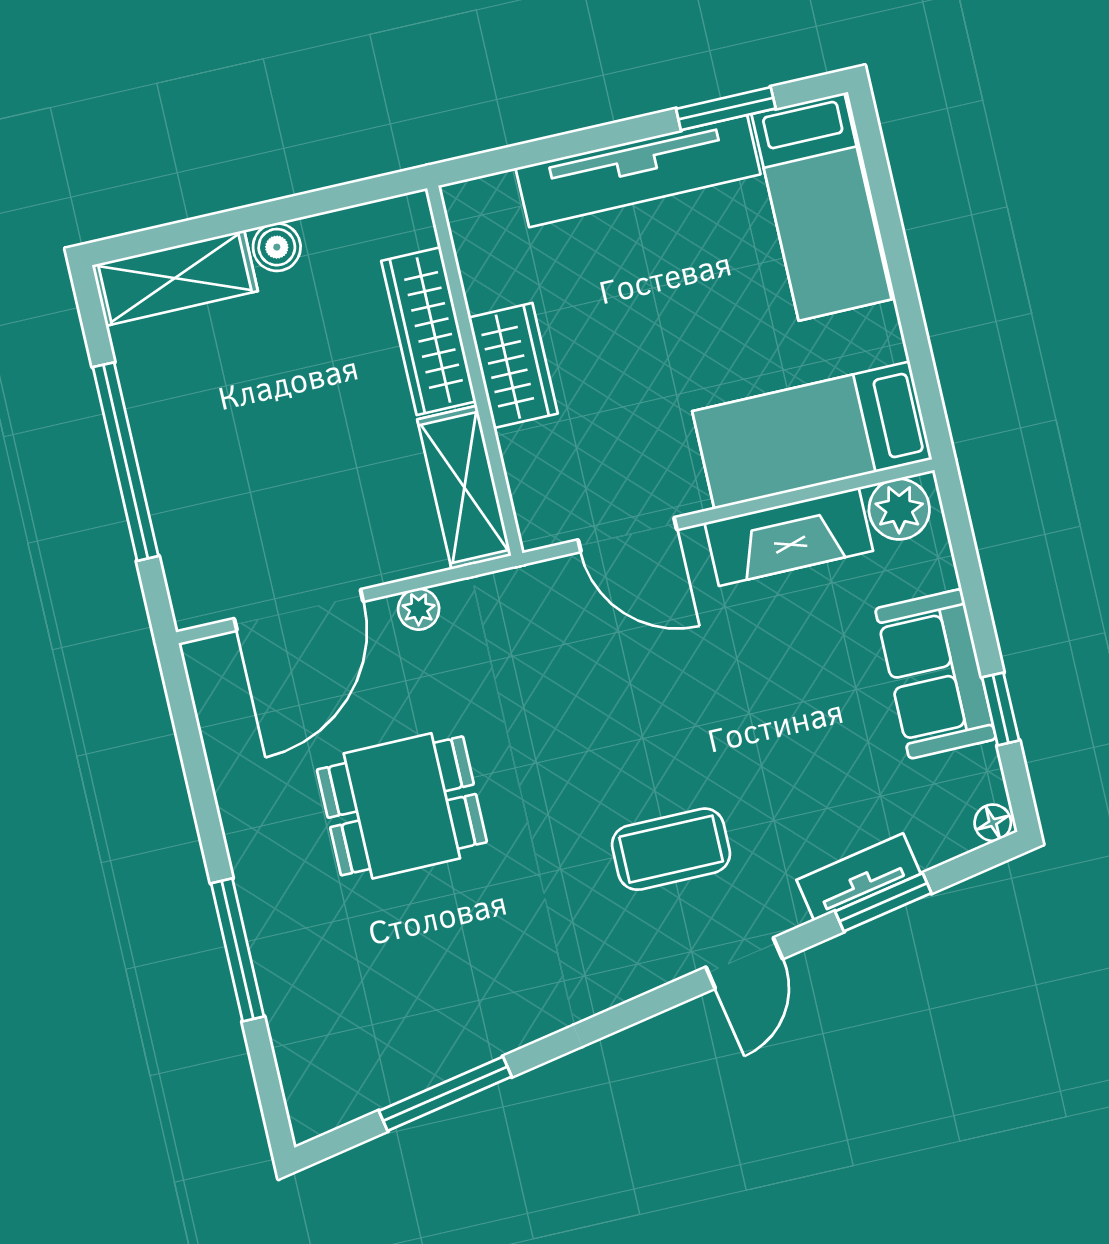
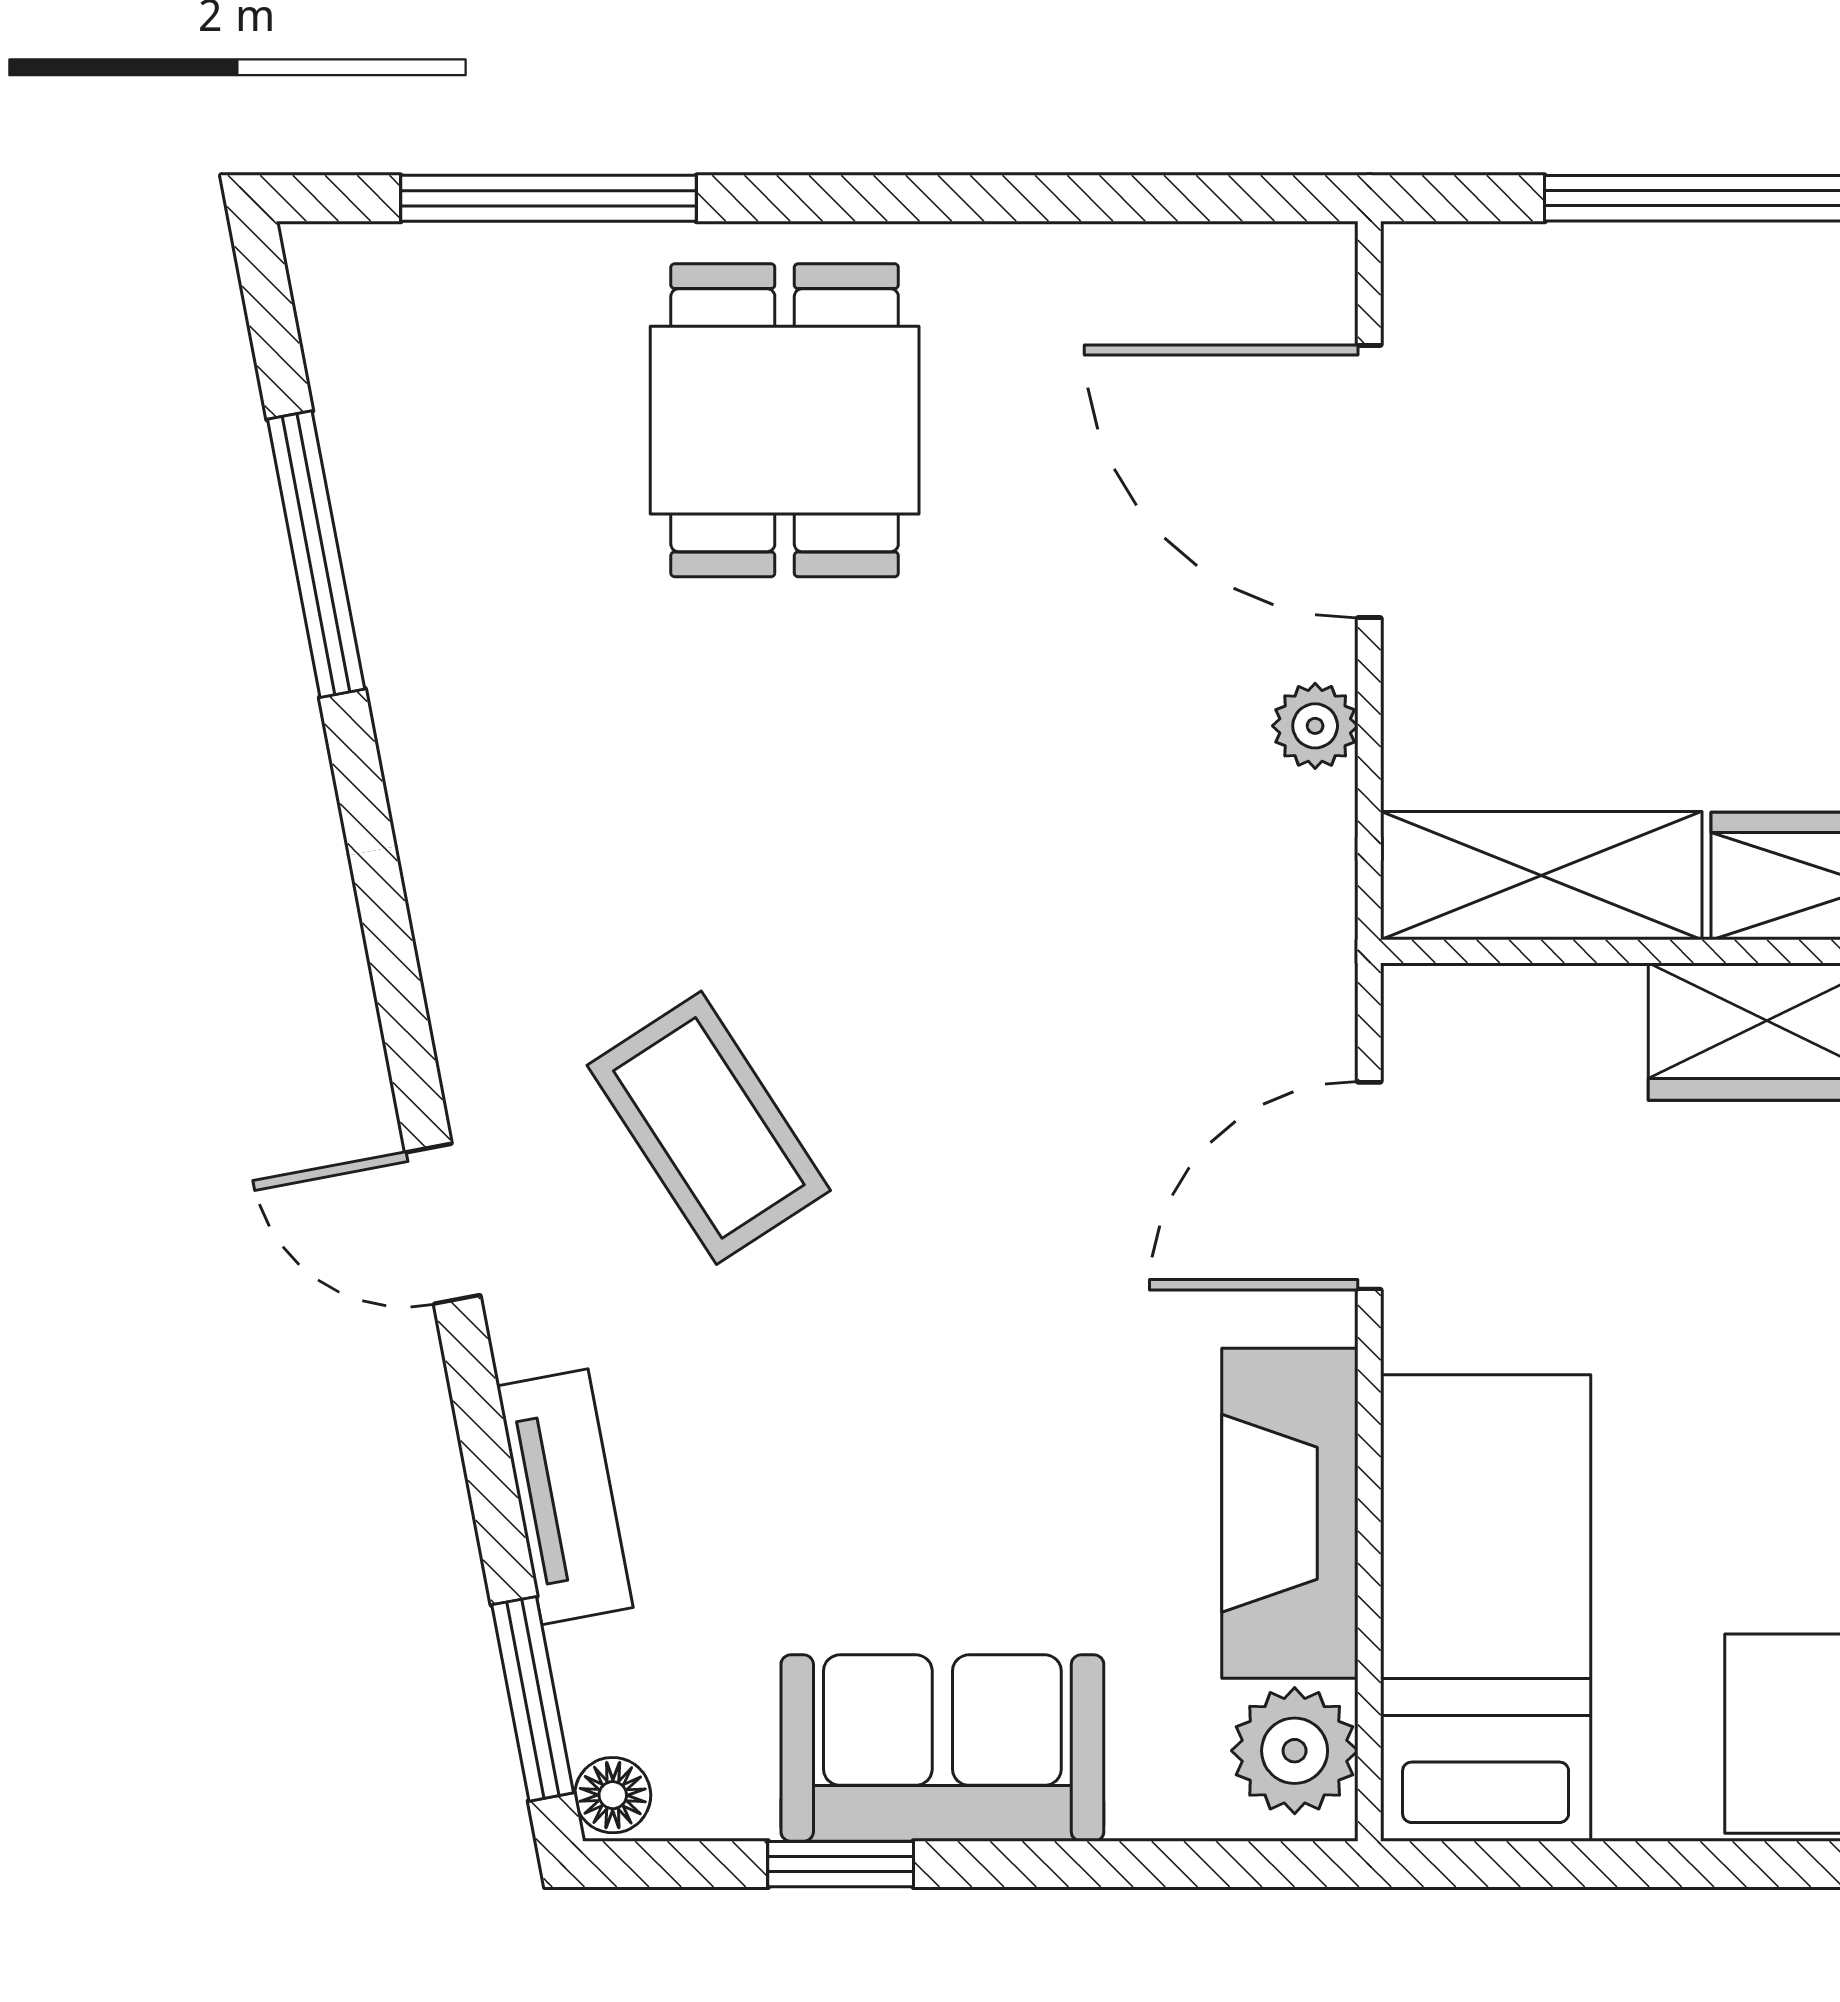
dining table: (402, 806) -> (785, 420), moved
coffee table: (671, 849) -> (709, 1128), turned -33
window: (883, 902) -> (533, 1699), moved
window: (237, 950) -> (549, 198), moved

